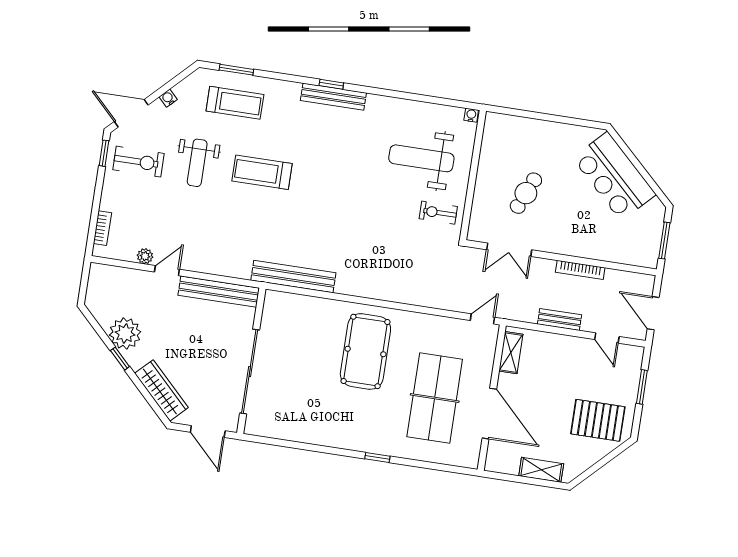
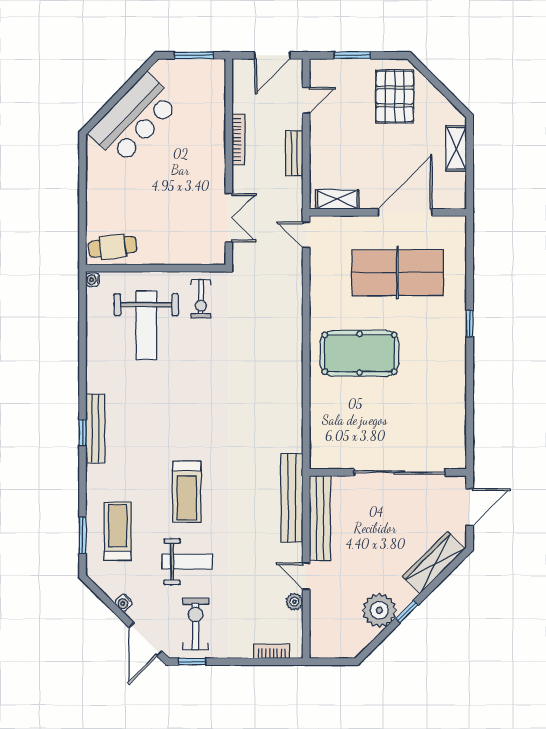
cafe table: (526, 193) -> (113, 247), moved, turned -30
bench: (293, 276) -> (292, 498), moved

